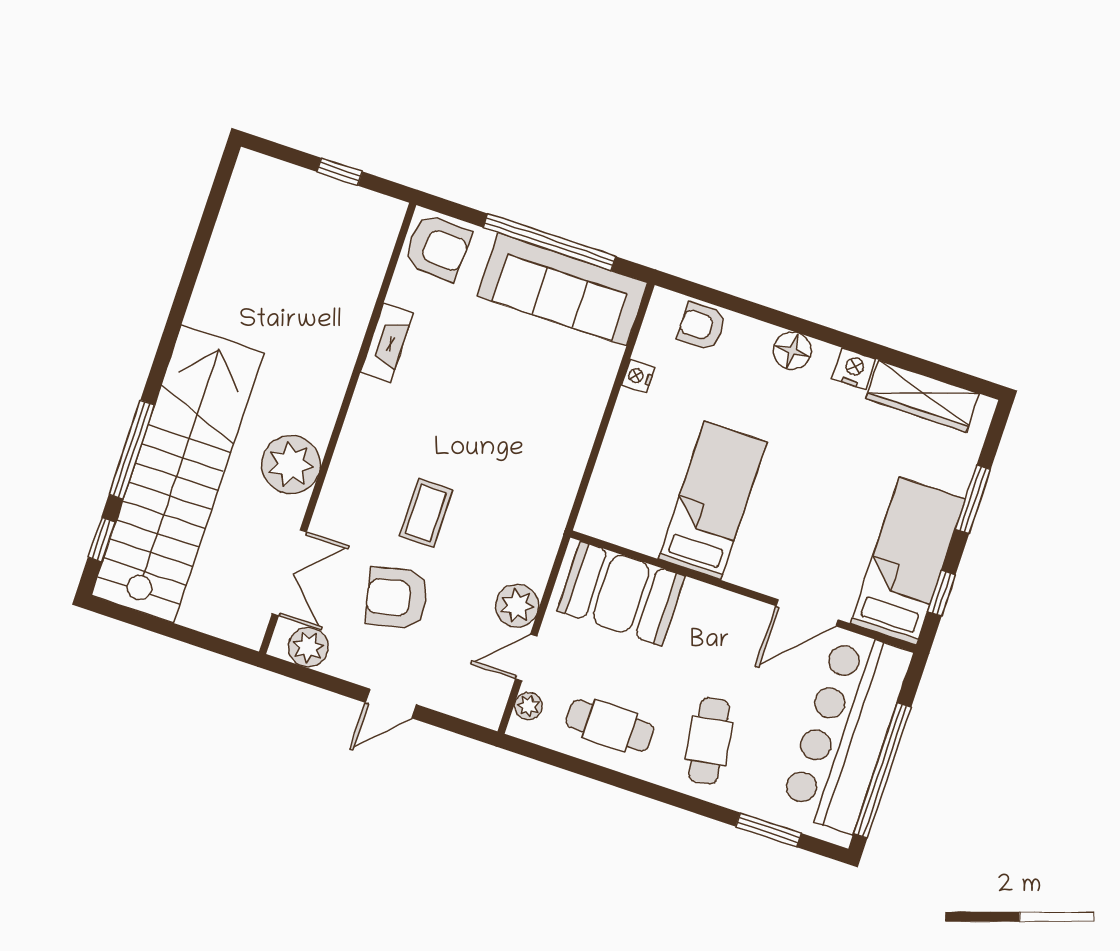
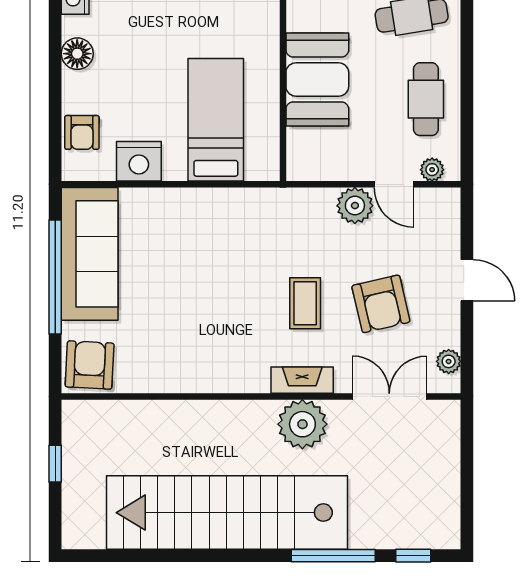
fireplace: (387, 343) -> (302, 380), moved
nightstand: (638, 376) -> (139, 161), width x1.89, depth x1.79
stairs: (177, 474) -> (227, 513), moved
bed: (713, 500) -> (216, 120), moved, turned 90
coffee table: (426, 513) -> (305, 303), turned 90
booth: (621, 594) -> (317, 80), moved
plant: (308, 647) -> (449, 361), width x0.73, depth x0.73

